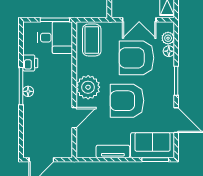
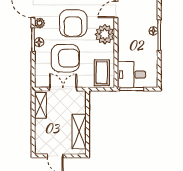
plant: (168, 38) -> (40, 23), moved
floor lamp: (169, 51) -> (39, 42), moved
printer: (30, 63) -> (152, 54), removed
armchair: (127, 101) -> (73, 23), turned 90

